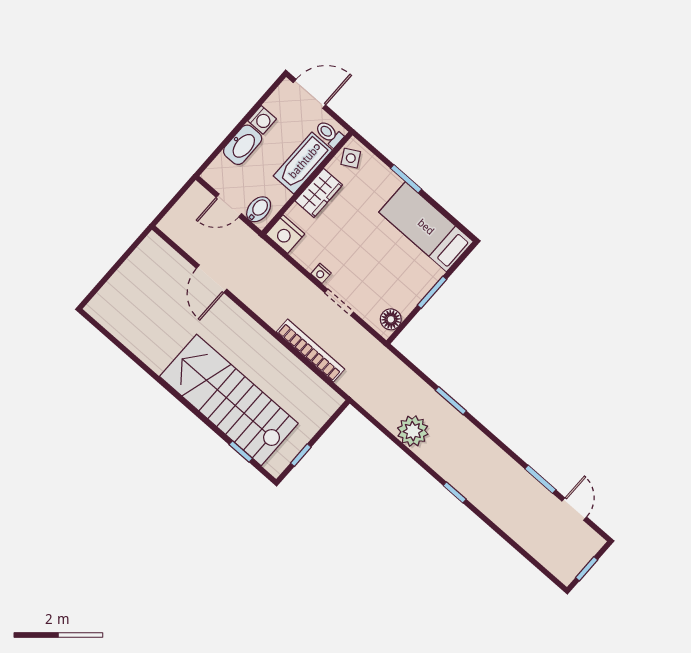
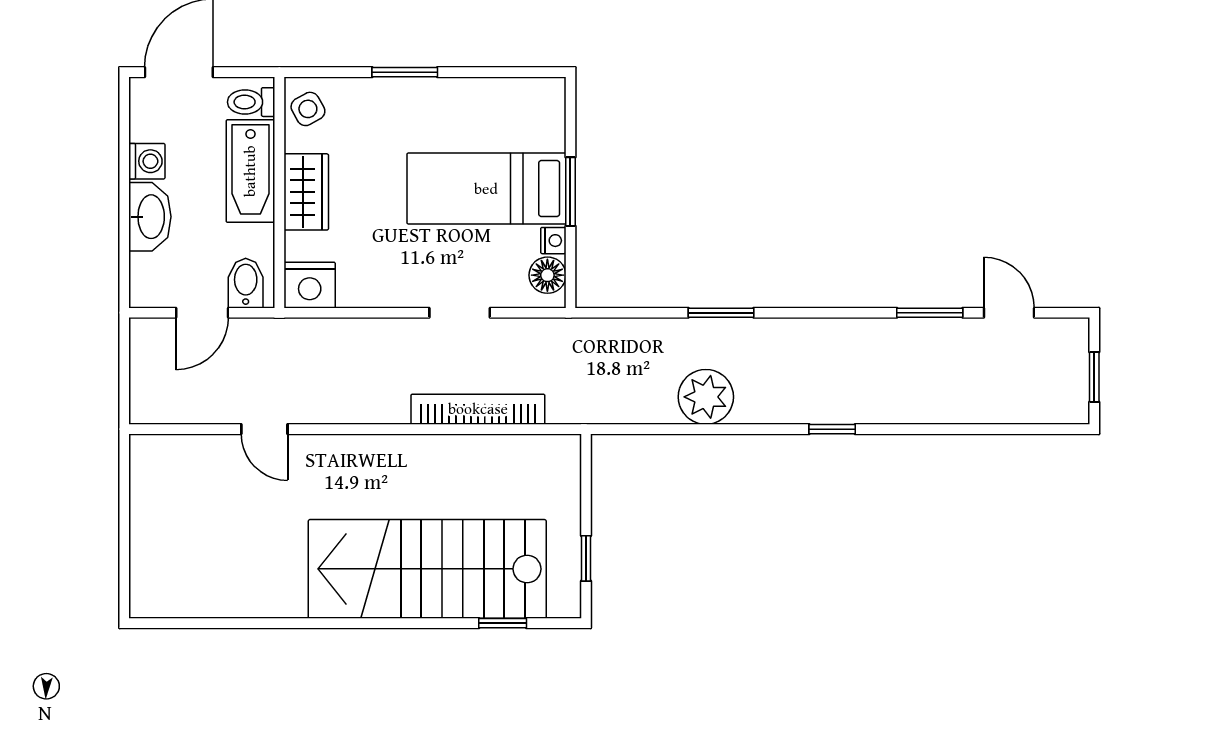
bed: (426, 227) -> (486, 189), moved
nightstand: (321, 273) -> (553, 241), moved, turned -90
door: (212, 279) -> (264, 429), width x0.73

